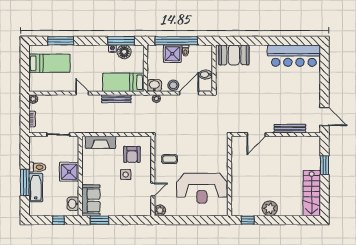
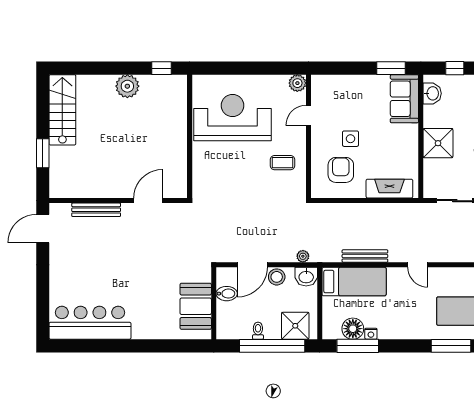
shower: (172, 54) -> (295, 326), moved
booth: (234, 55) -> (196, 306), moved, turned 90
door: (324, 116) -> (43, 229), hinge flipped

